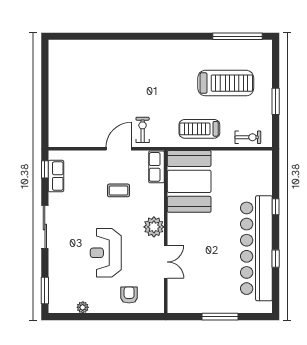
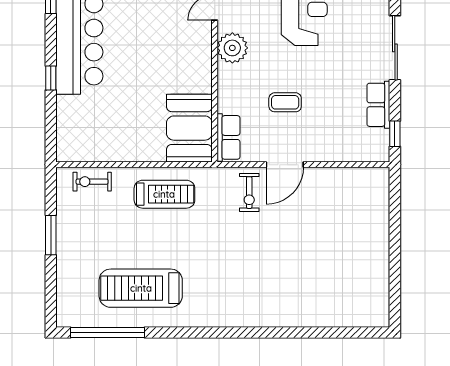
treadmill: (226, 83) -> (141, 288), moved
row of seats: (56, 176) -> (378, 105), moved
booth: (189, 181) -> (189, 128), width x0.73, depth x0.70

